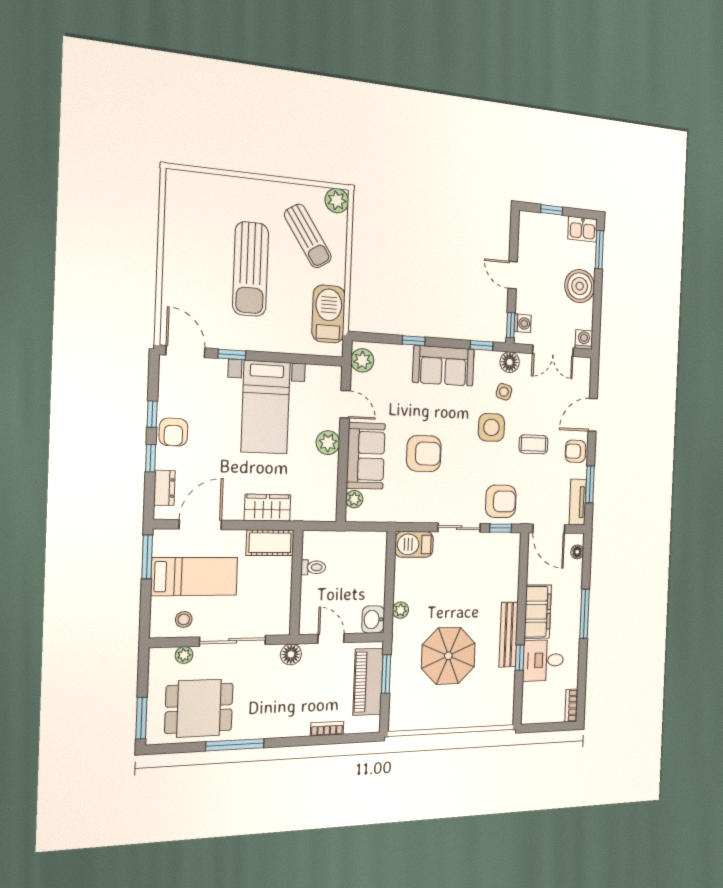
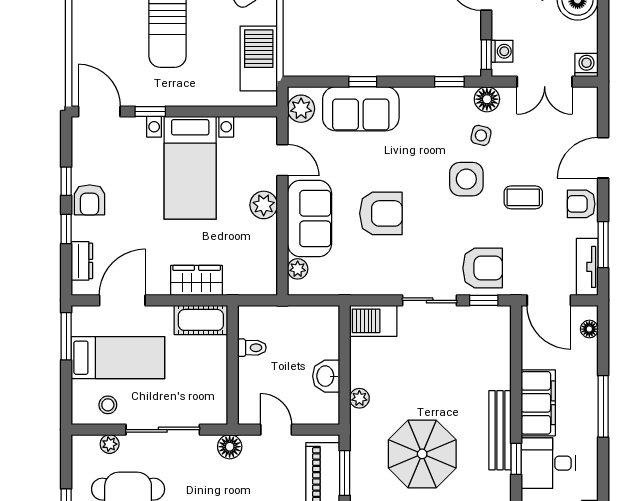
sofa: (444, 366) -> (361, 109), moved
washbasin: (373, 619) -> (326, 376), moved

